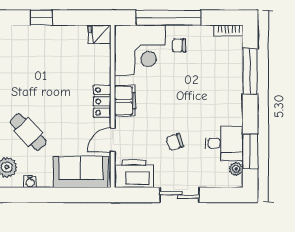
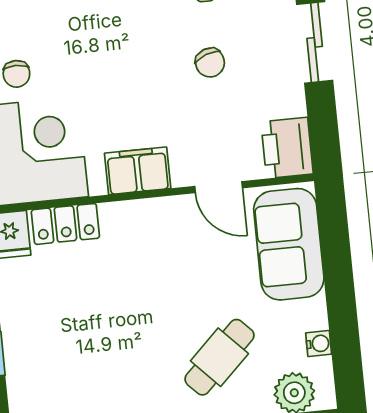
locker: (102, 101) -> (65, 224), moved
printer: (134, 174) -> (287, 148), width x0.73, depth x0.84

